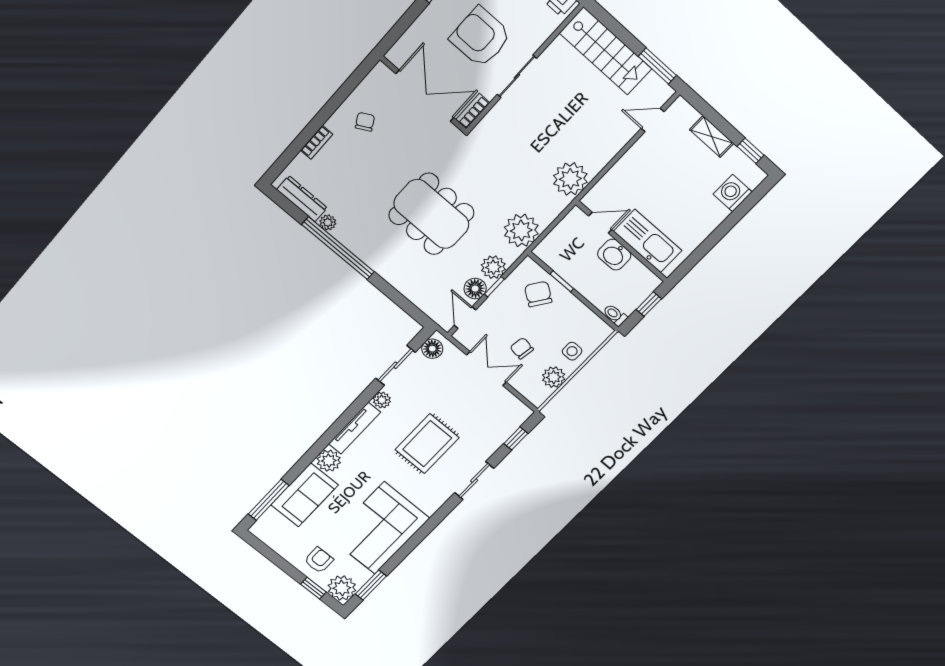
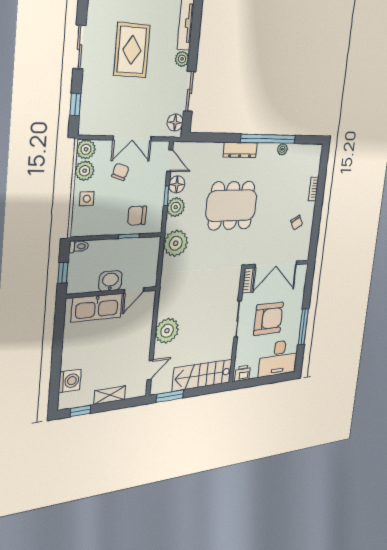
plant: (570, 179) -> (167, 331), moved
dresser: (302, 199) -> (240, 150), moved
chair: (538, 294) -> (137, 215), turned 145
chair: (522, 348) -> (120, 172), turned -80
plant: (537, 394) -> (86, 149), added

